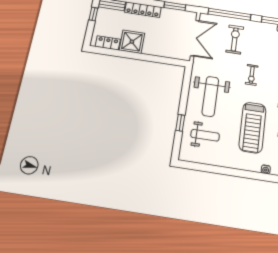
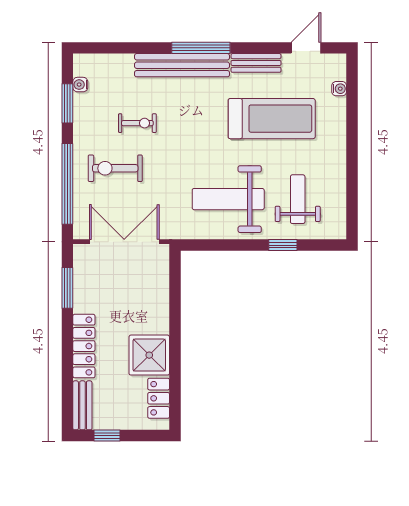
exercise bike: (252, 75) -> (137, 123), moved
weight bench: (210, 96) -> (228, 199), turned 180

